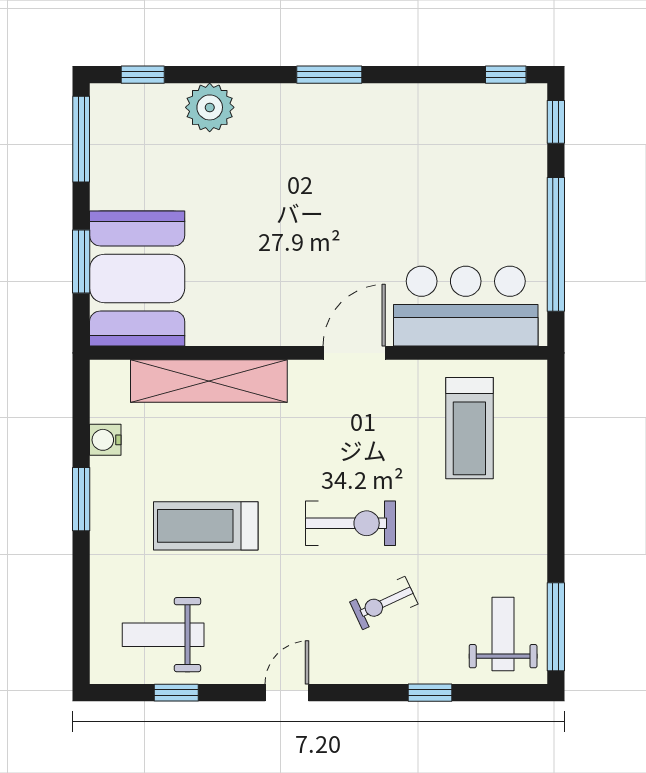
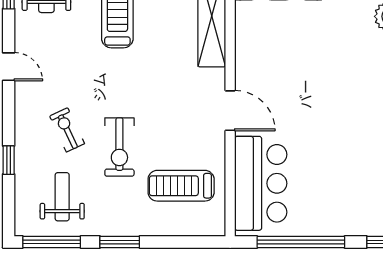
window: (556, 522) -> (120, 242), added
exercise bike: (351, 523) -> (119, 147), moved
weight bench: (503, 634) -> (62, 197), moved, turned -90

